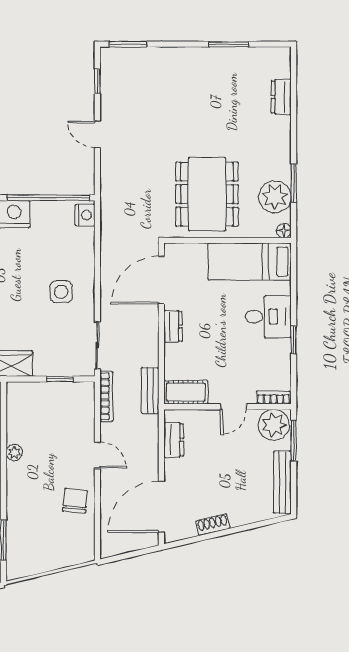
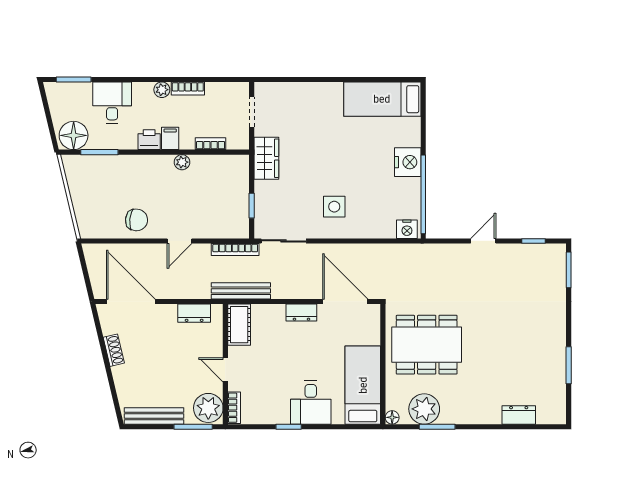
bench: (150, 391) -> (241, 291), width x1.36

